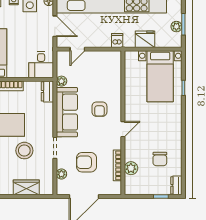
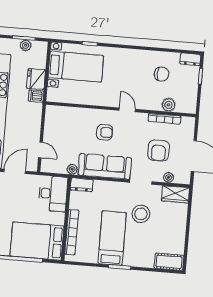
dishwasher: (117, 41) -> (36, 96), moved
desk: (41, 65) -> (53, 194), width x1.37
wardrobe: (26, 187) -> (176, 194), moved, turned -90

